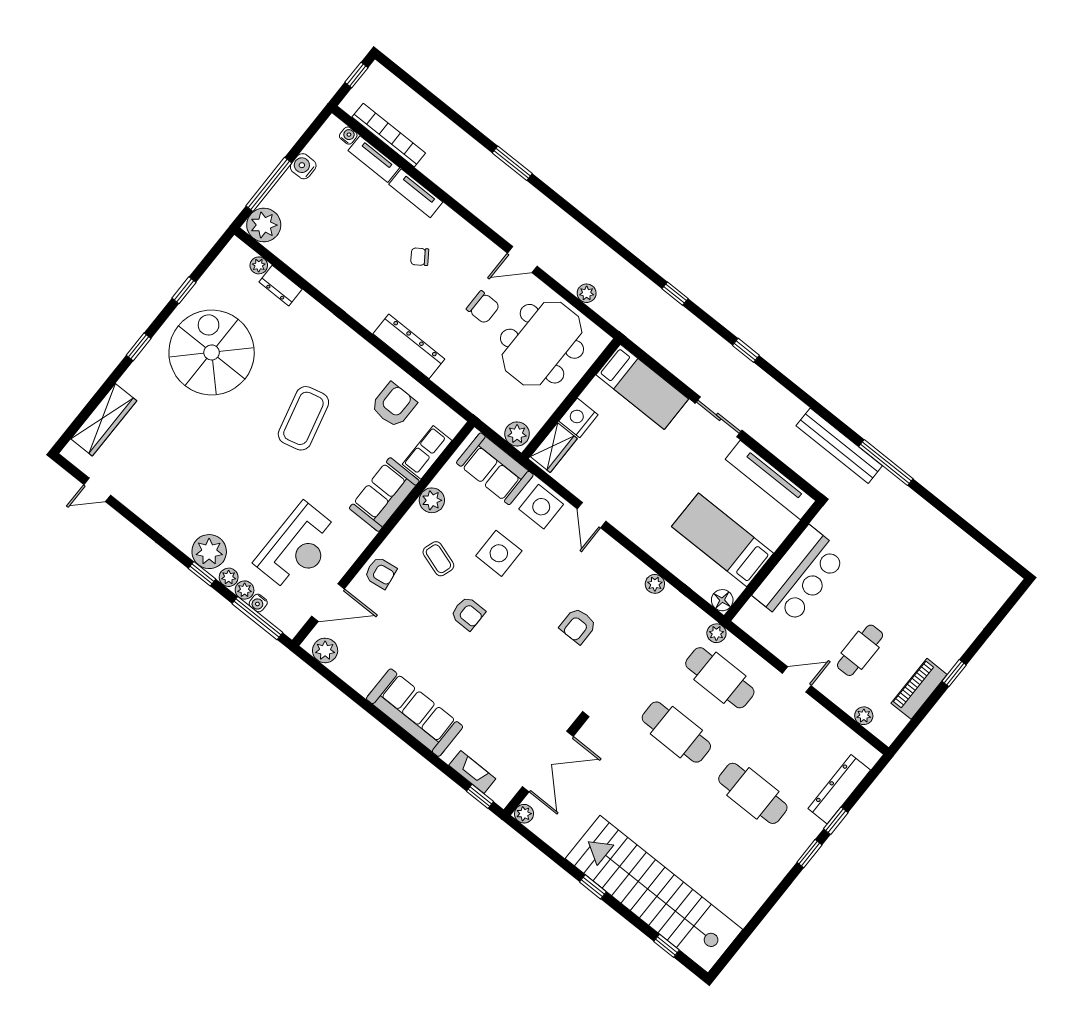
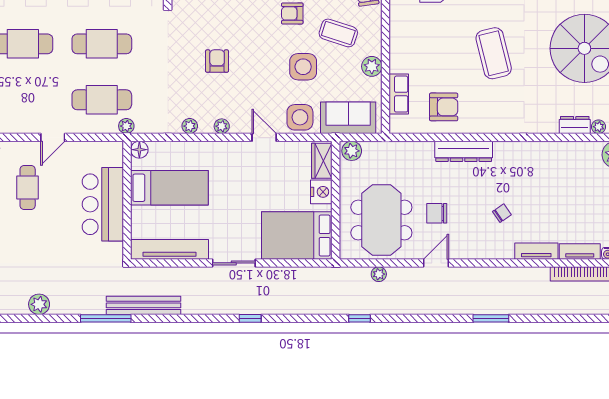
window: (675, 294) -> (360, 318), moved
bed: (642, 387) -> (297, 236), width x1.50
armchair: (394, 405) -> (444, 107), turned -90
sofa: (384, 495) -> (405, 46), removed
plant: (940, 528) -> (39, 304), added
coffee table: (438, 559) -> (338, 33), width x1.36, depth x1.30
plant: (624, 559) -> (222, 126), added

